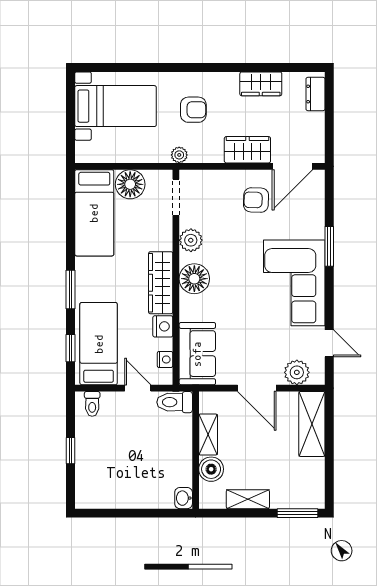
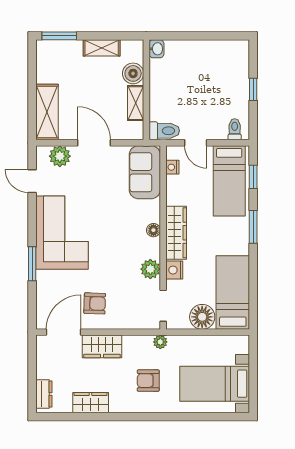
floor lamp: (194, 279) -> (153, 230), width x0.53, depth x0.53
nightstand: (163, 326) -> (174, 270), moved

